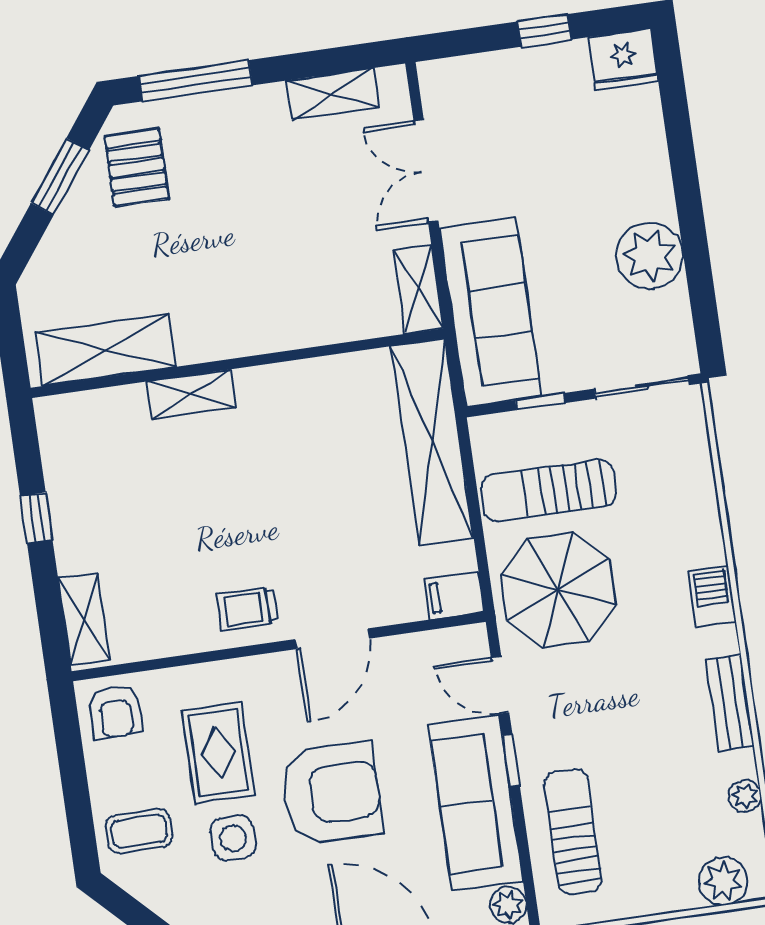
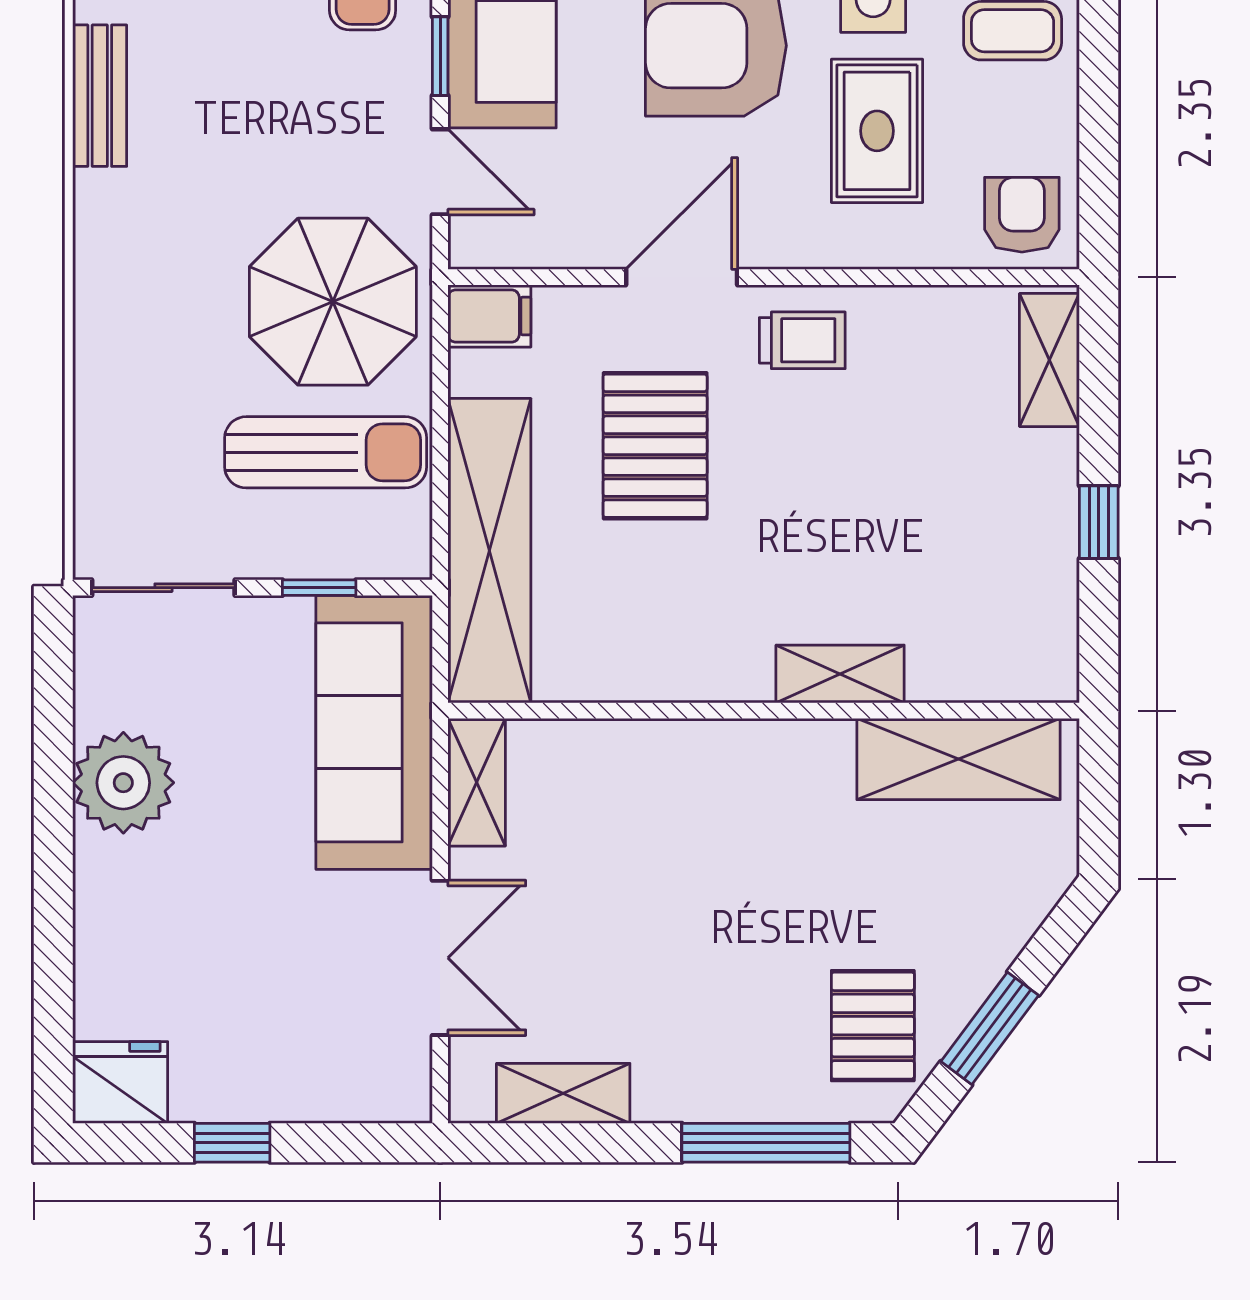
pallet: (334, 526) -> (655, 446), added
barbecue: (712, 596) -> (103, 259), removed

